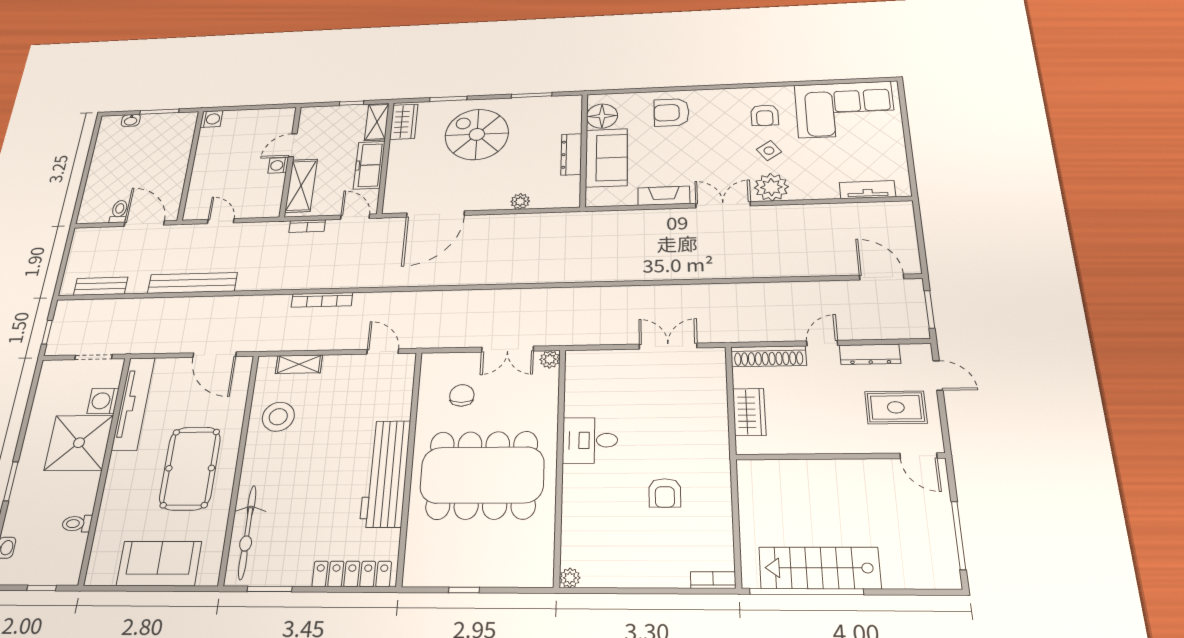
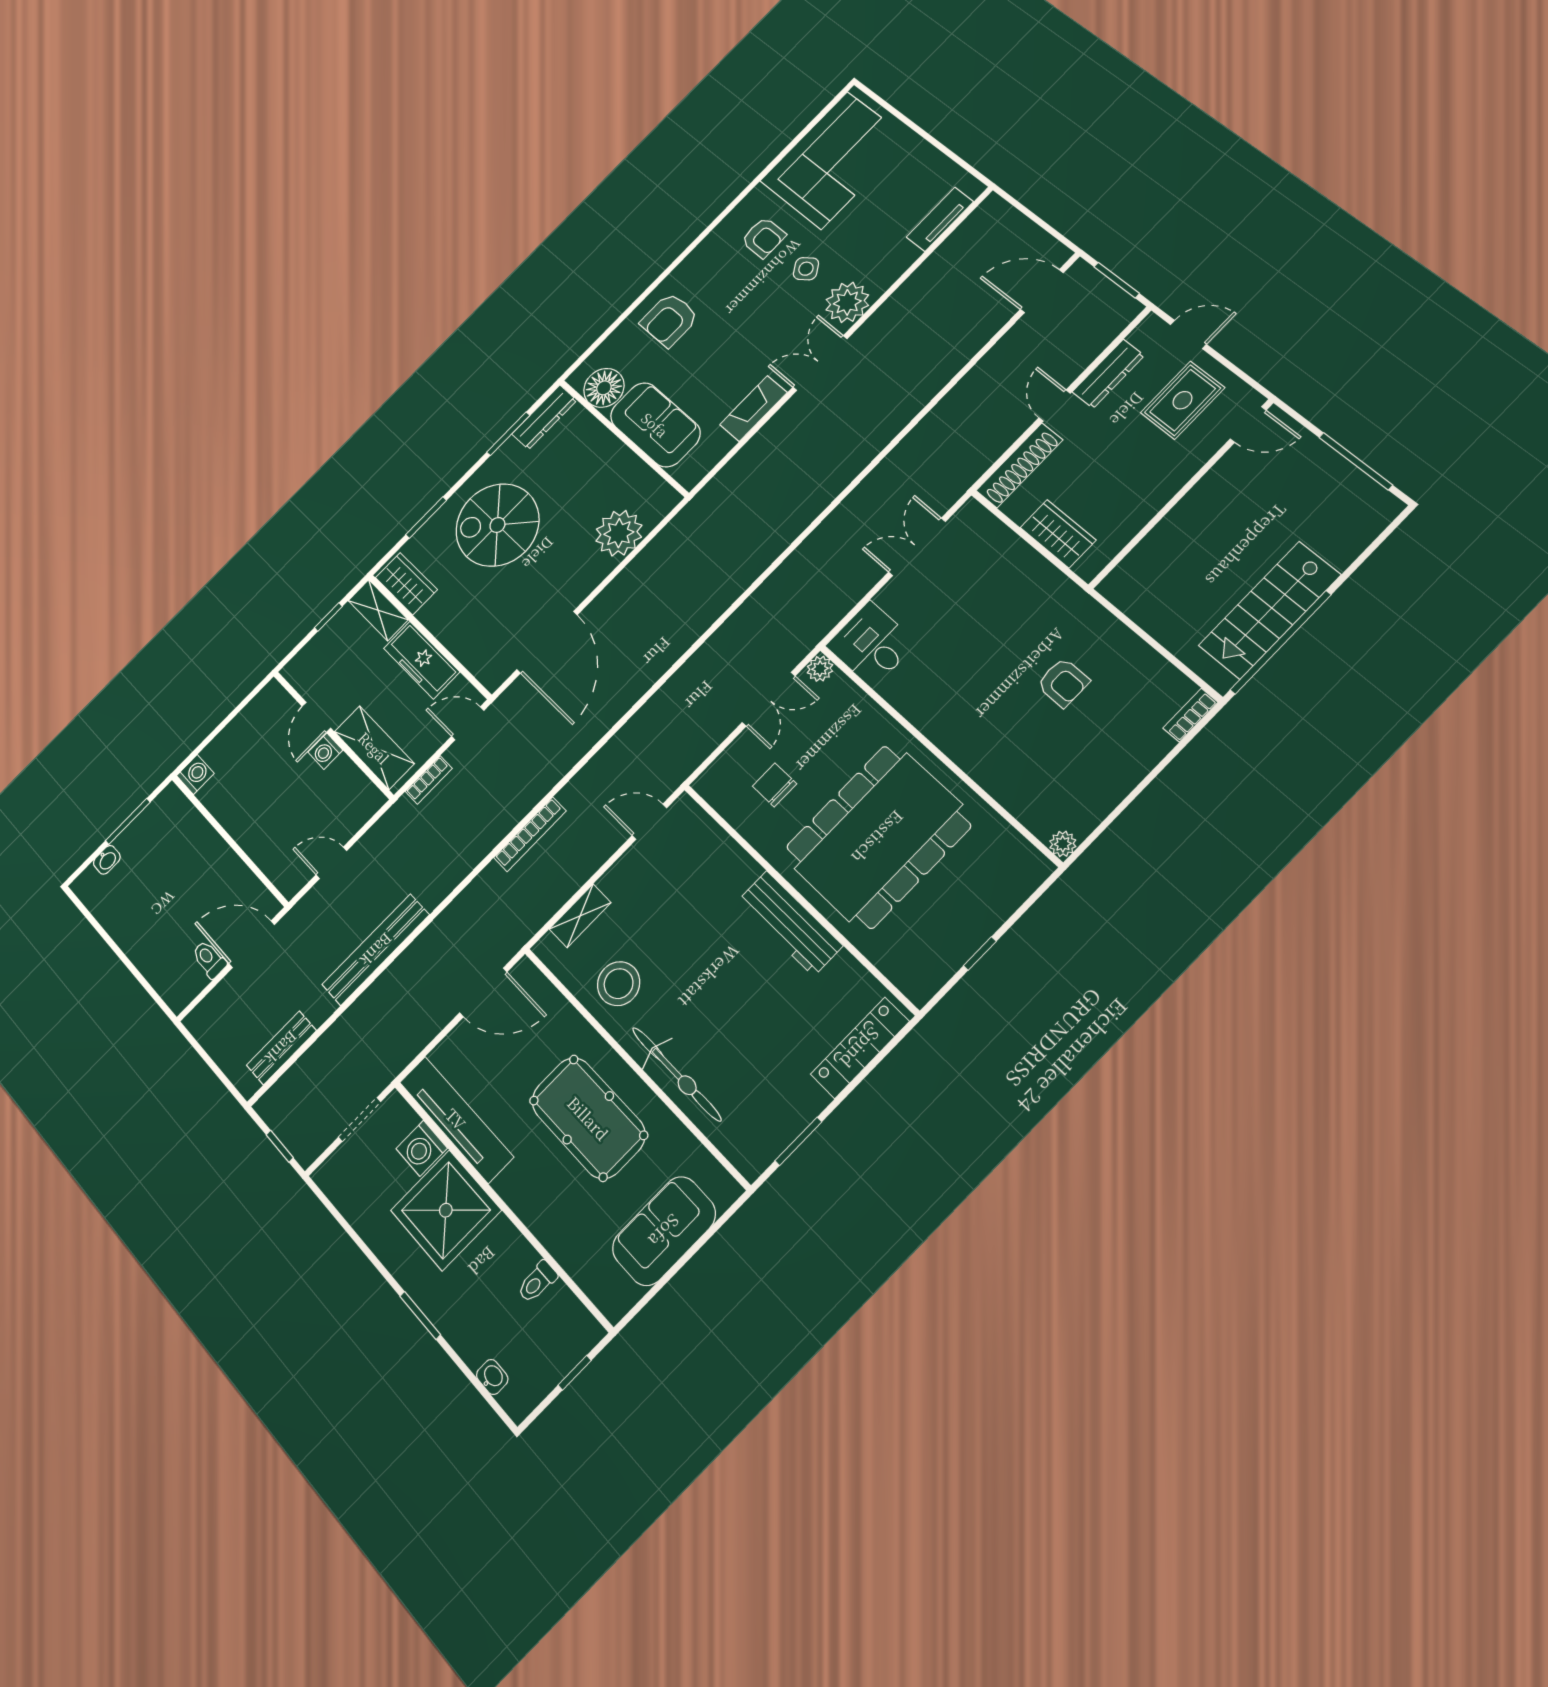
dresser: (571, 154) -> (544, 417), moved, turned -90
plant: (520, 201) -> (619, 533), width x1.88, depth x1.88
desk: (590, 440) -> (871, 644), moved, turned 90
workbench: (385, 473) -> (790, 923), width x0.73, depth x0.76
bicycle: (247, 532) -> (677, 1074), moved

